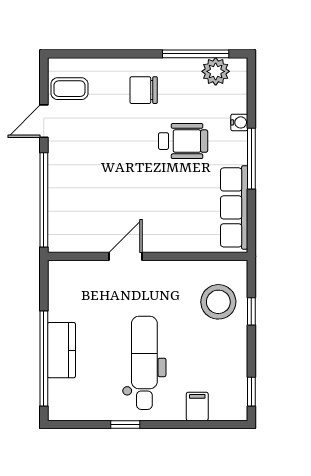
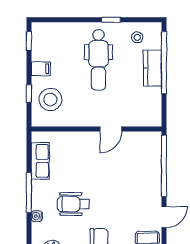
row of seats: (234, 207) -> (40, 161), width x0.68
stool: (85, 397) -> (137, 37), added
filing cabinet: (197, 406) -> (41, 69), moved, turned -90

